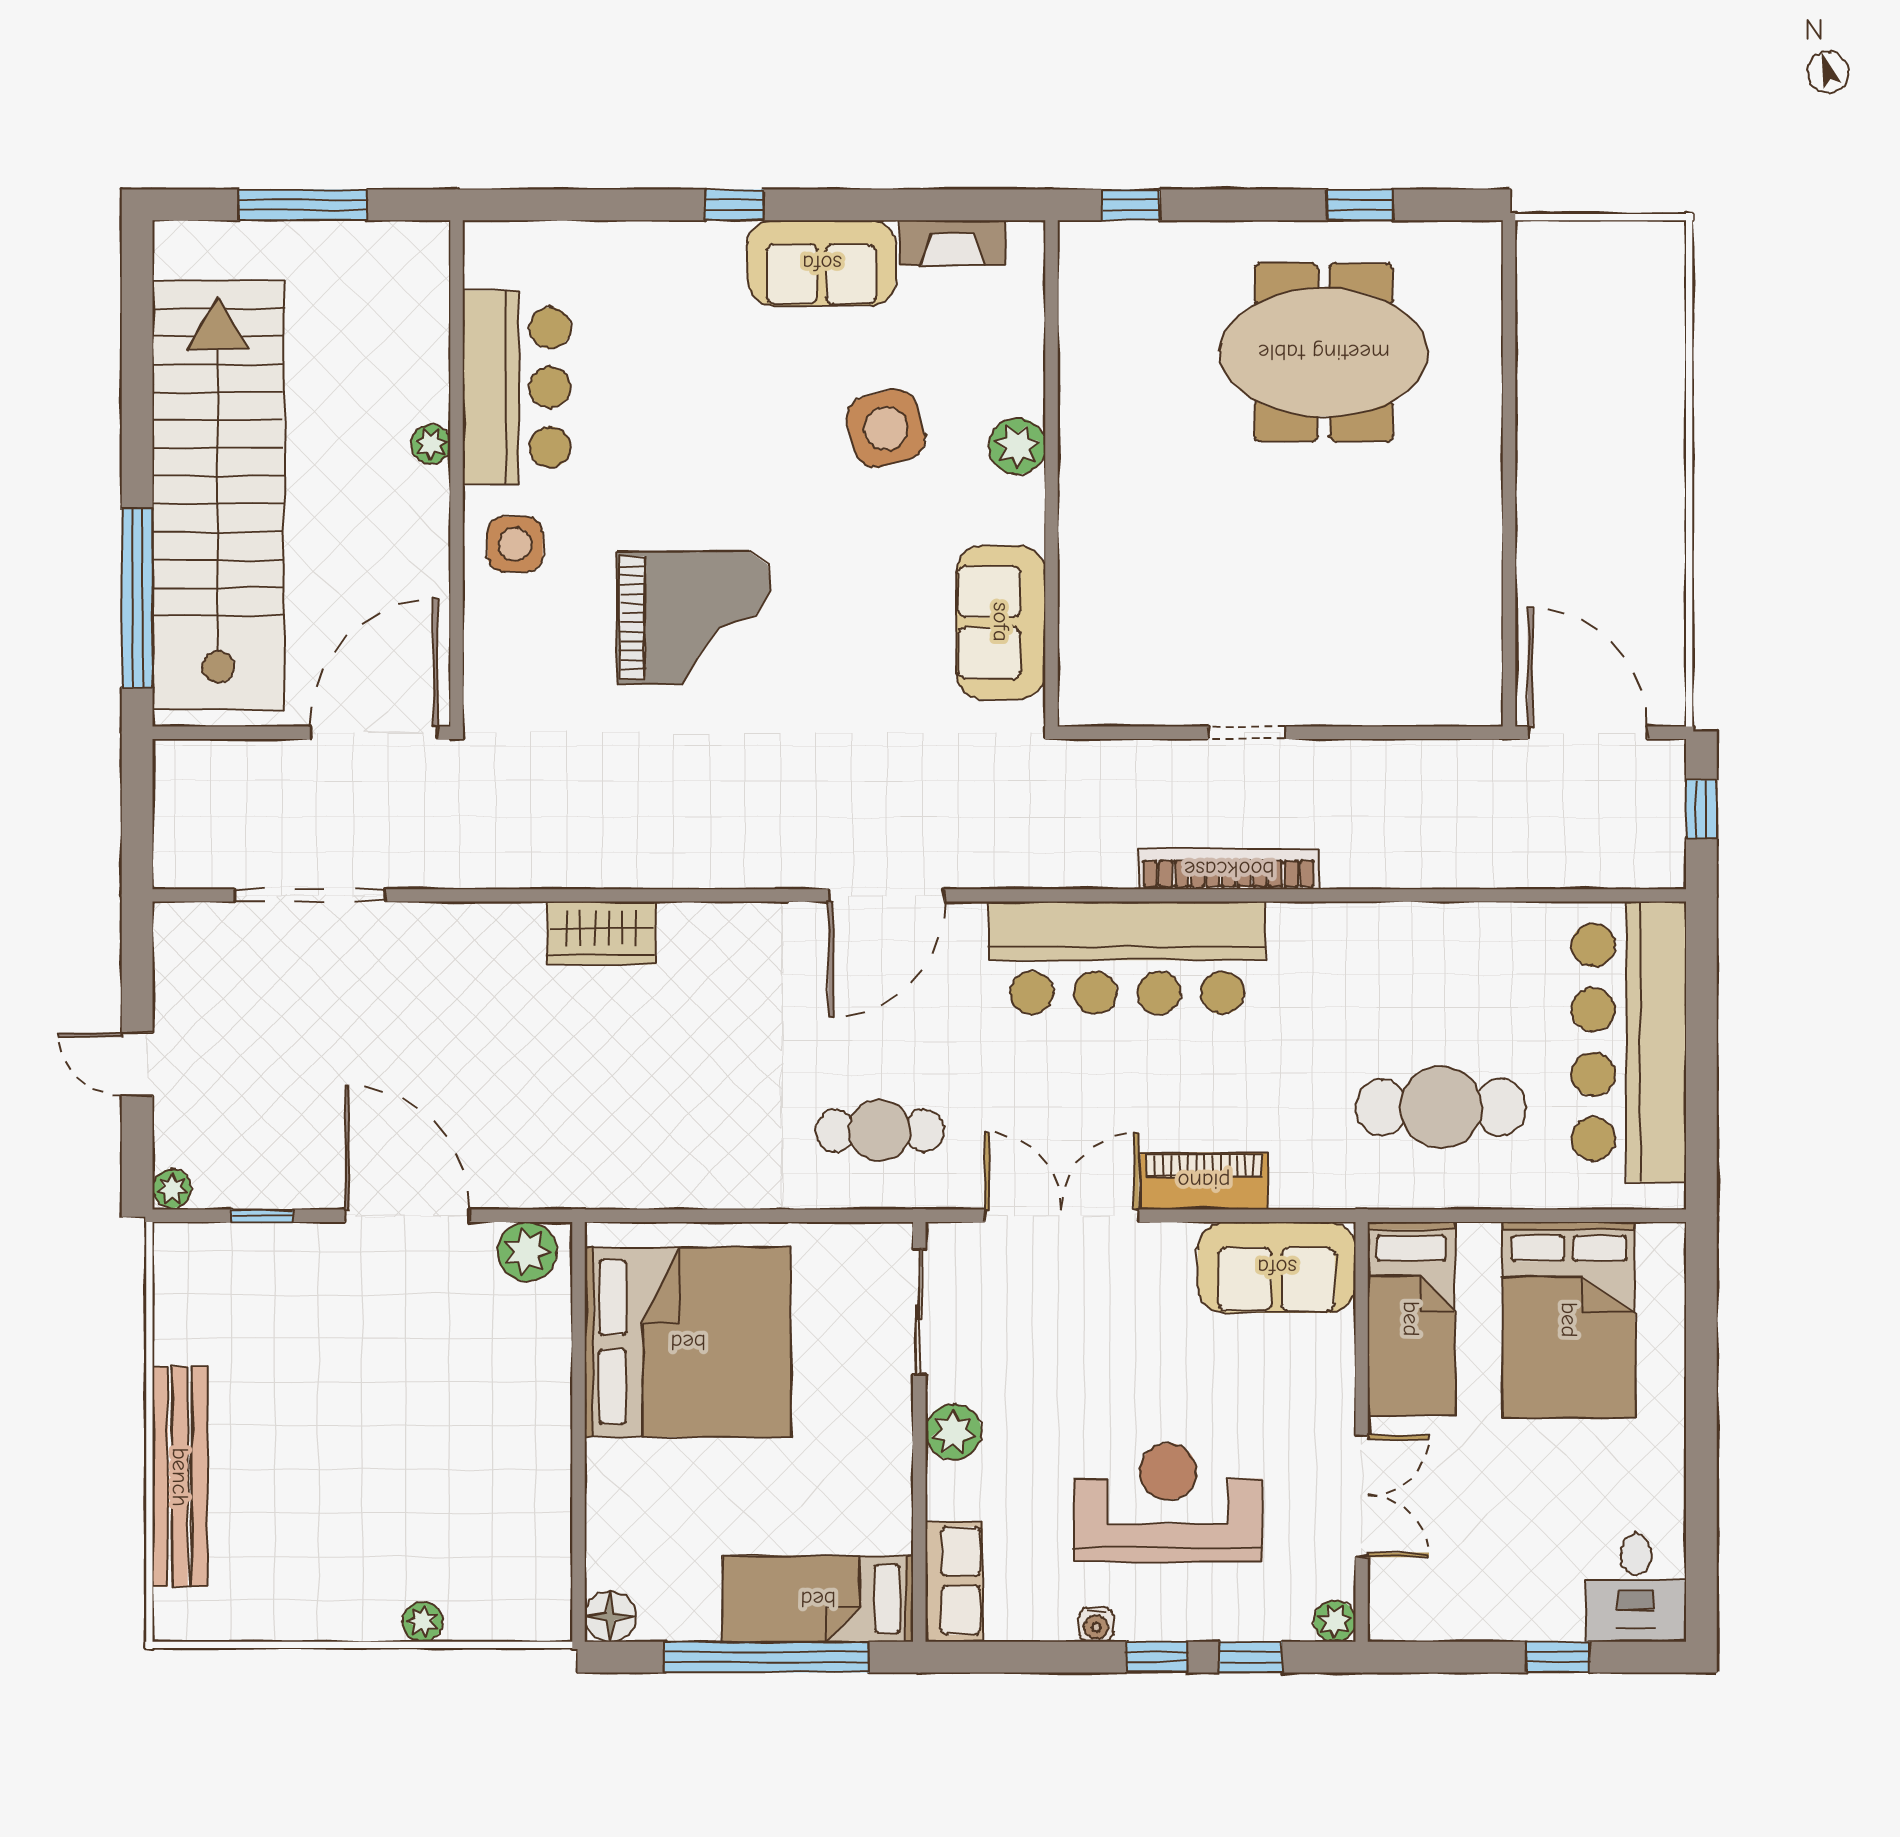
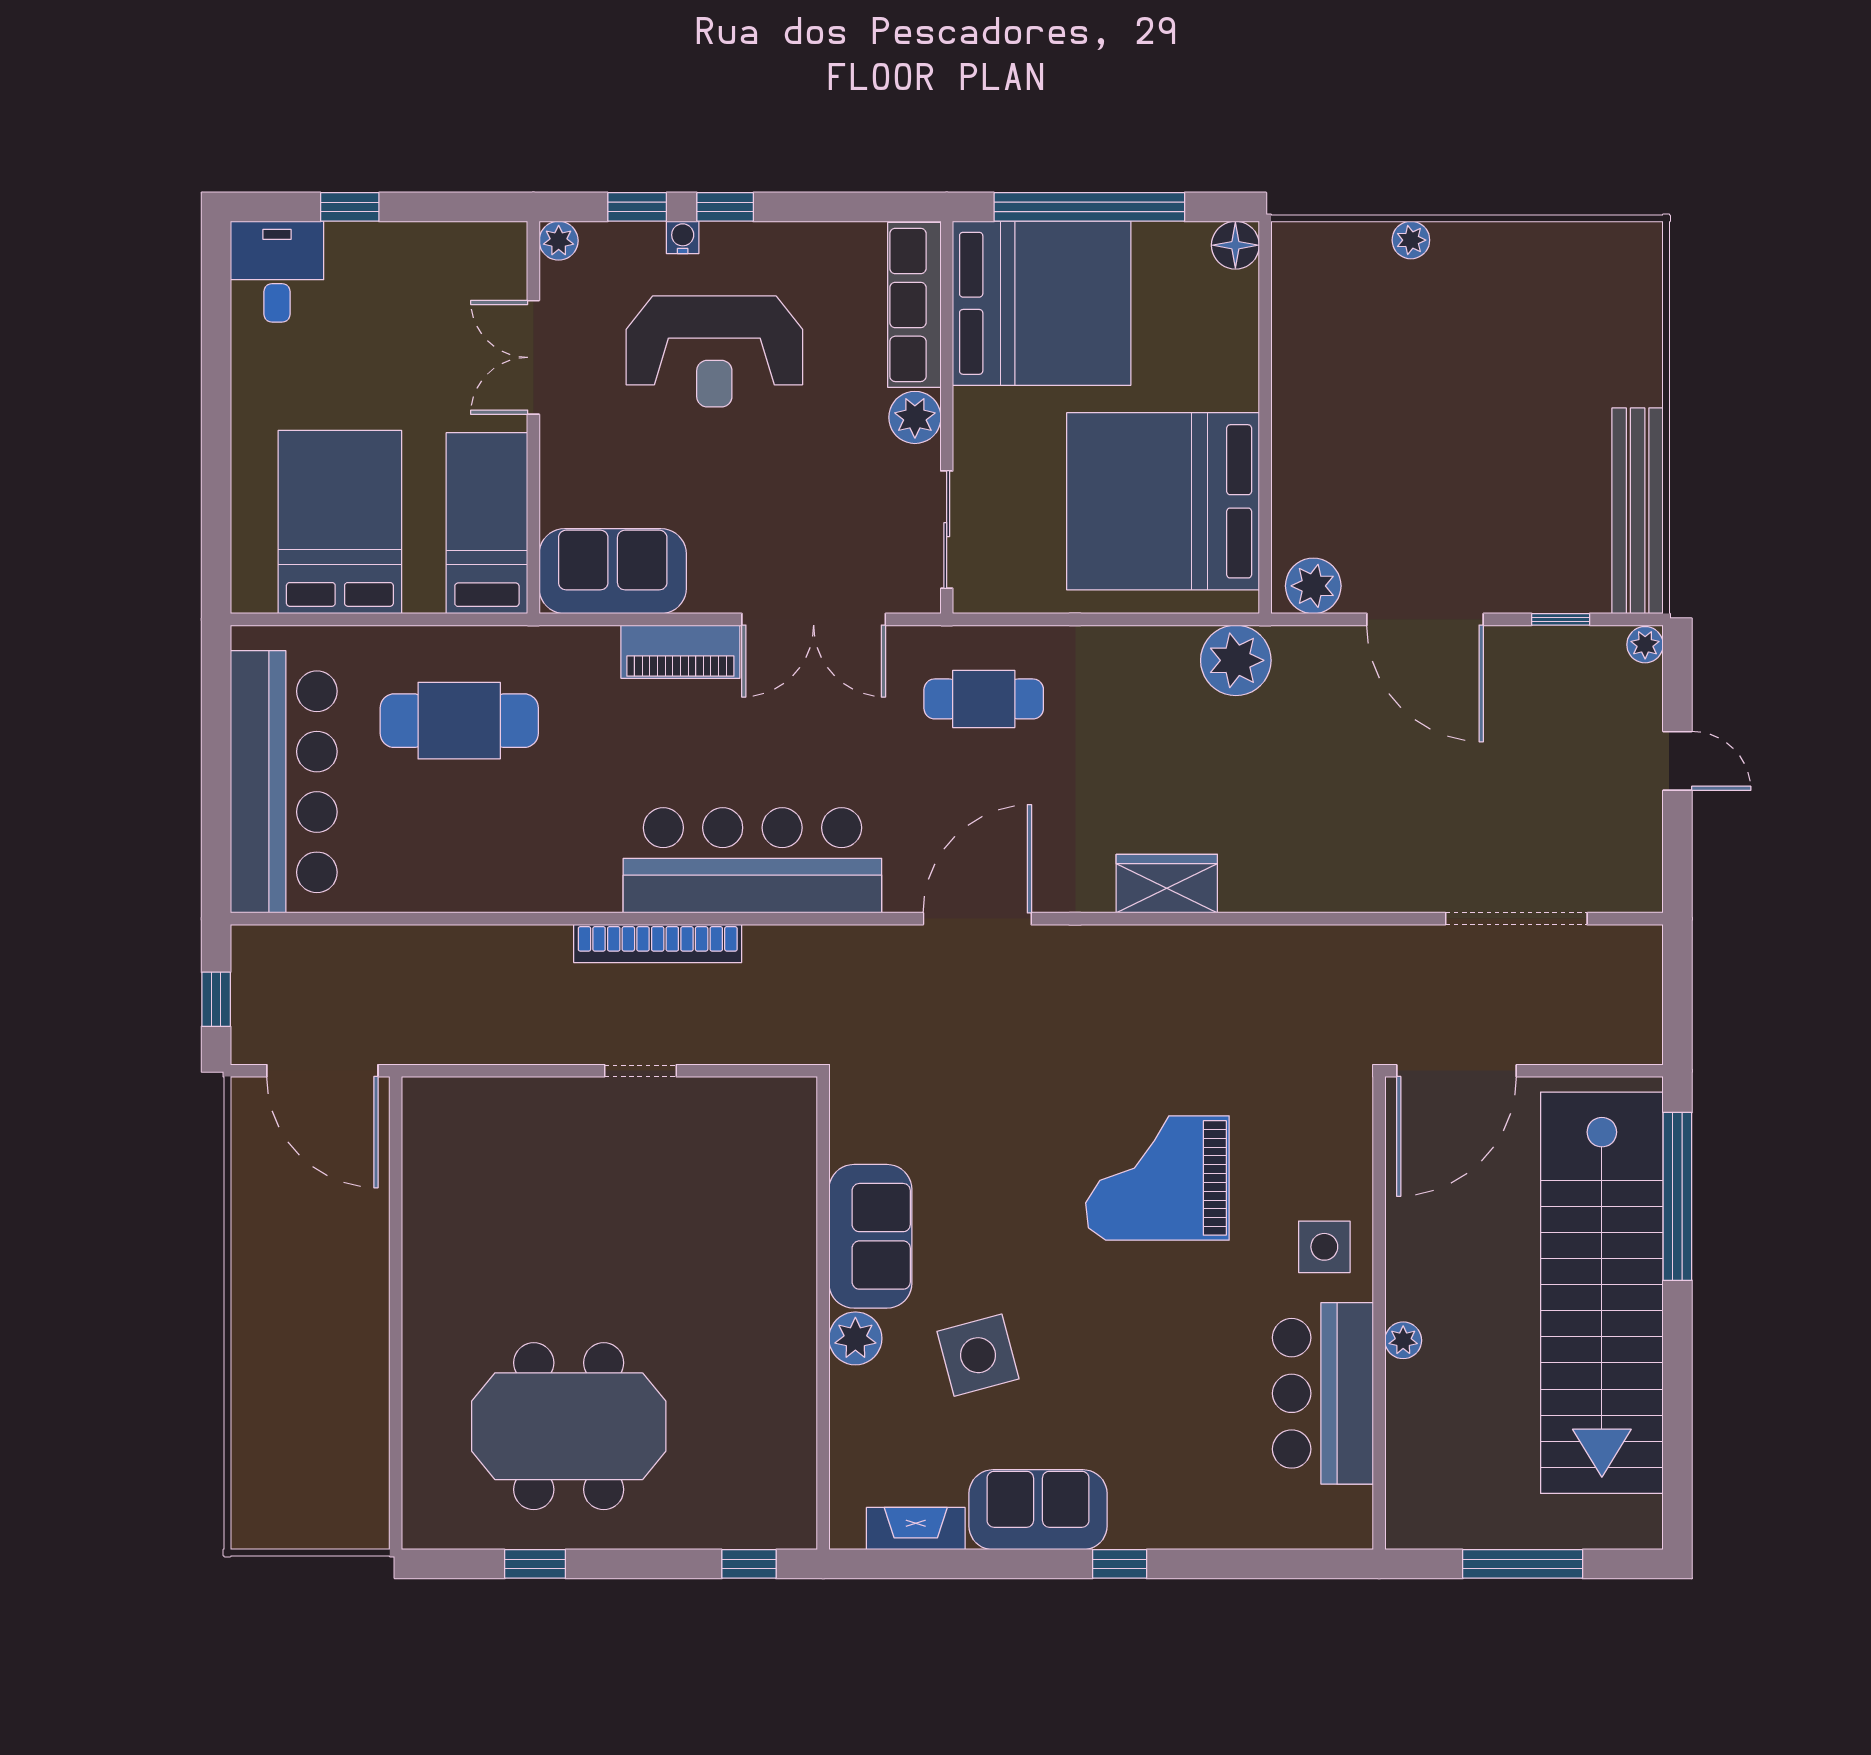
sofa: (1001, 622) -> (870, 1236), moved
wardrobe: (601, 933) -> (1167, 884), moved
plant: (610, 1172) -> (1236, 660), added
bench: (180, 1477) -> (1638, 511), moved
row of seats: (954, 1581) -> (914, 305), width x1.48
bed: (818, 1599) -> (1042, 303), width x2.04
water cooler: (1096, 1624) -> (683, 237), moved

